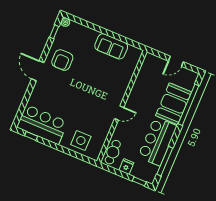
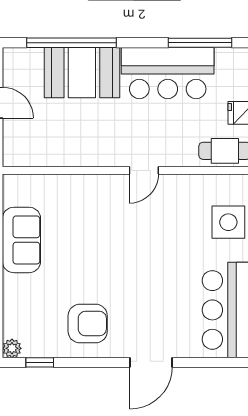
door: (38, 71) -> (151, 362), moved
door: (119, 113) -> (144, 170), swing flipped

